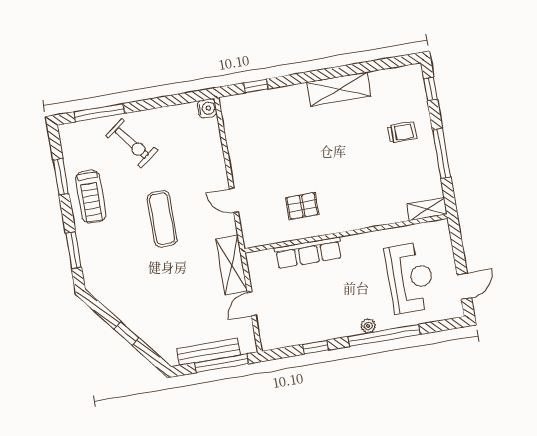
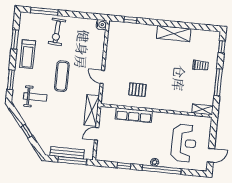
exercise bike: (132, 143) -> (57, 32), turned 42
weight bench: (125, 269) -> (35, 97), added

